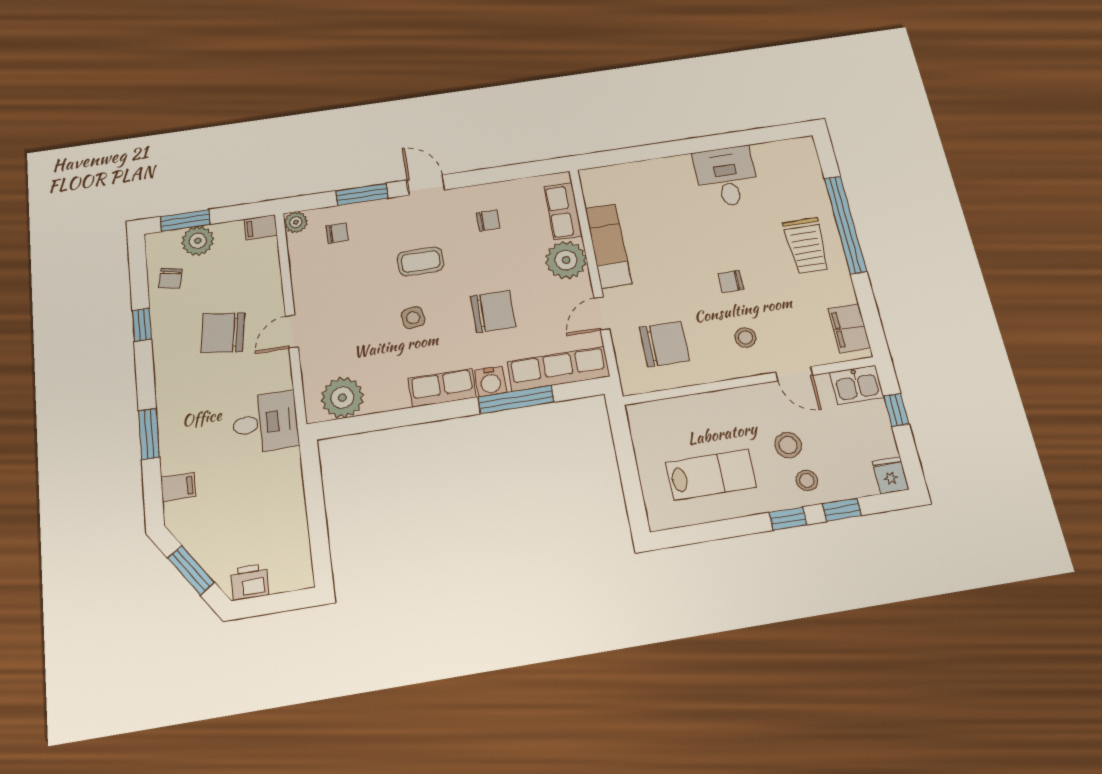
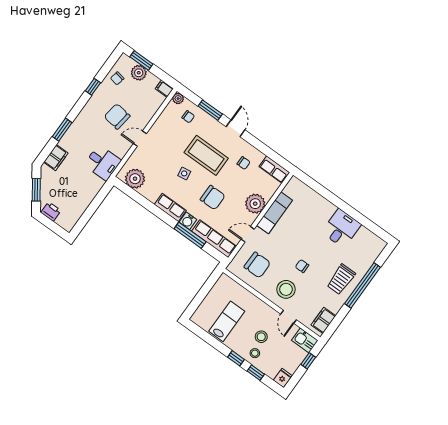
row of seats: (563, 211) -> (274, 170), moved, turned -90
coffee table: (421, 261) -> (206, 155), width x1.86, depth x1.72
stool: (745, 338) -> (286, 289), width x1.89, depth x1.89
lab bench: (711, 475) -> (227, 321), turned -90
filing cabinet: (178, 487) -> (56, 158), width x2.00

